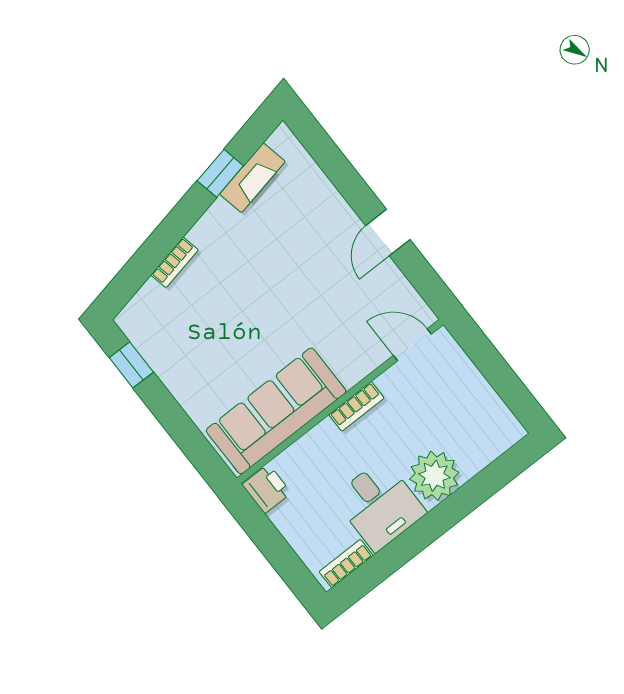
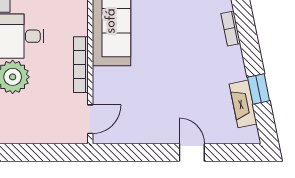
door: (388, 233) -> (192, 152), moved
bookcase: (356, 406) -> (81, 65), width x1.56

